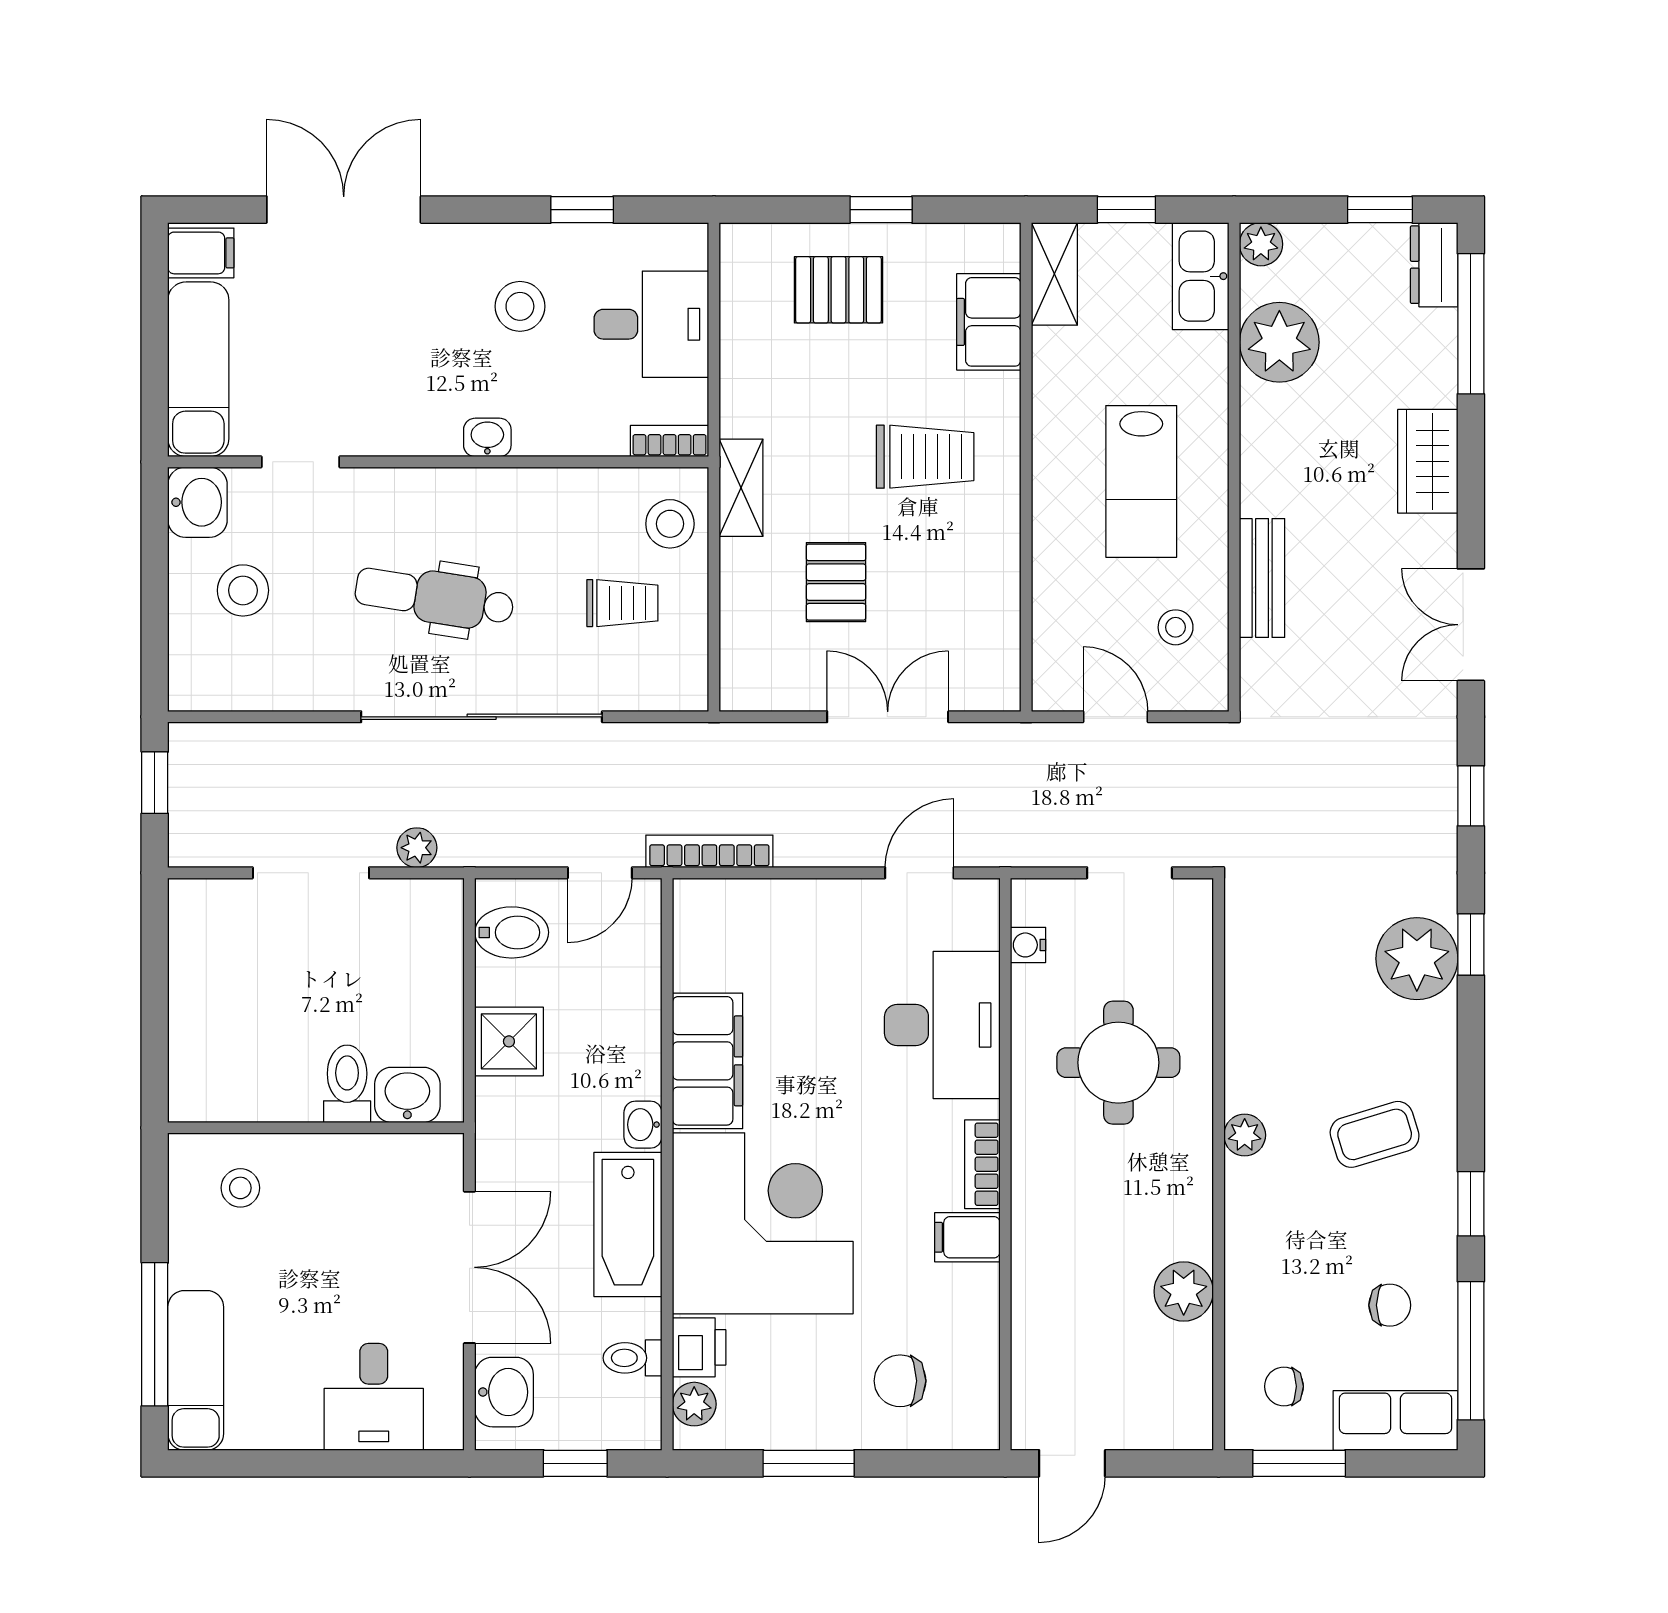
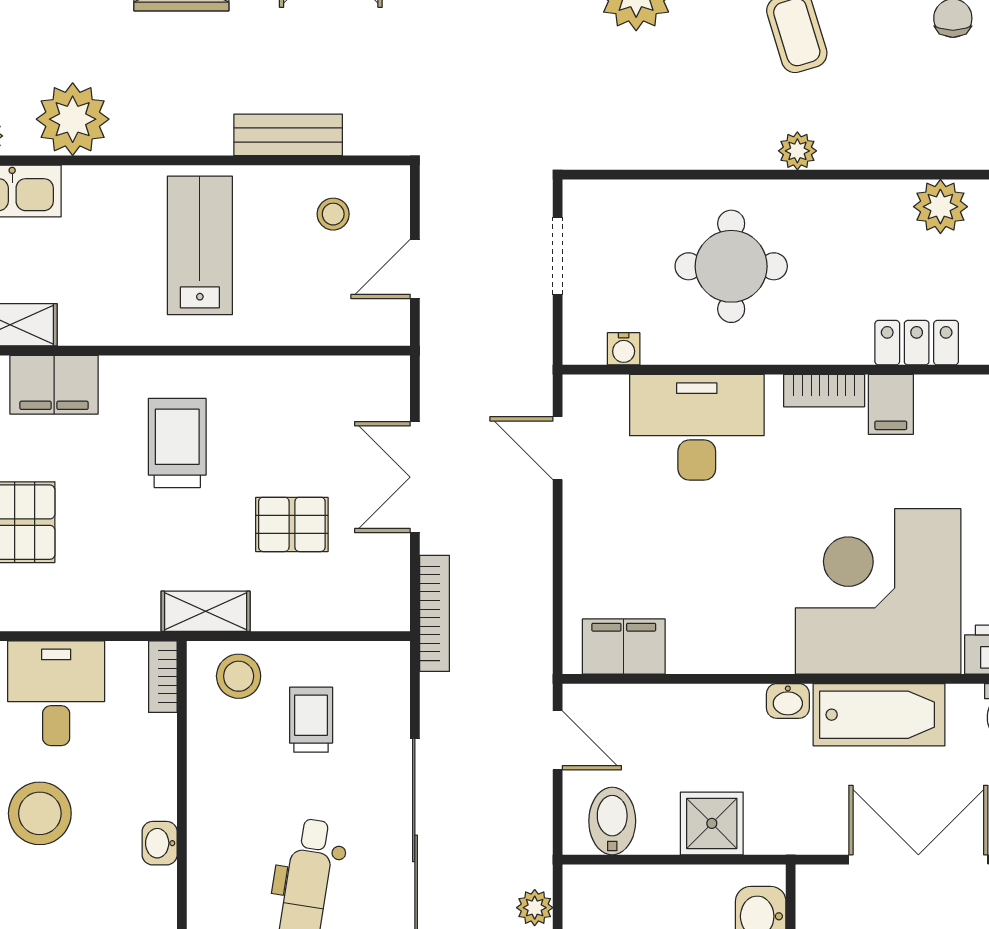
stool: (520, 306) -> (40, 813), width x1.38, depth x1.38
lab bench: (1141, 481) -> (200, 245), turned -90
bookcase: (709, 851) -> (435, 613), moved, turned 180
filing cabinet: (707, 1061) -> (624, 647), moved, width x0.67, depth x0.86
locker: (1035, 1265) -> (917, 343), added

